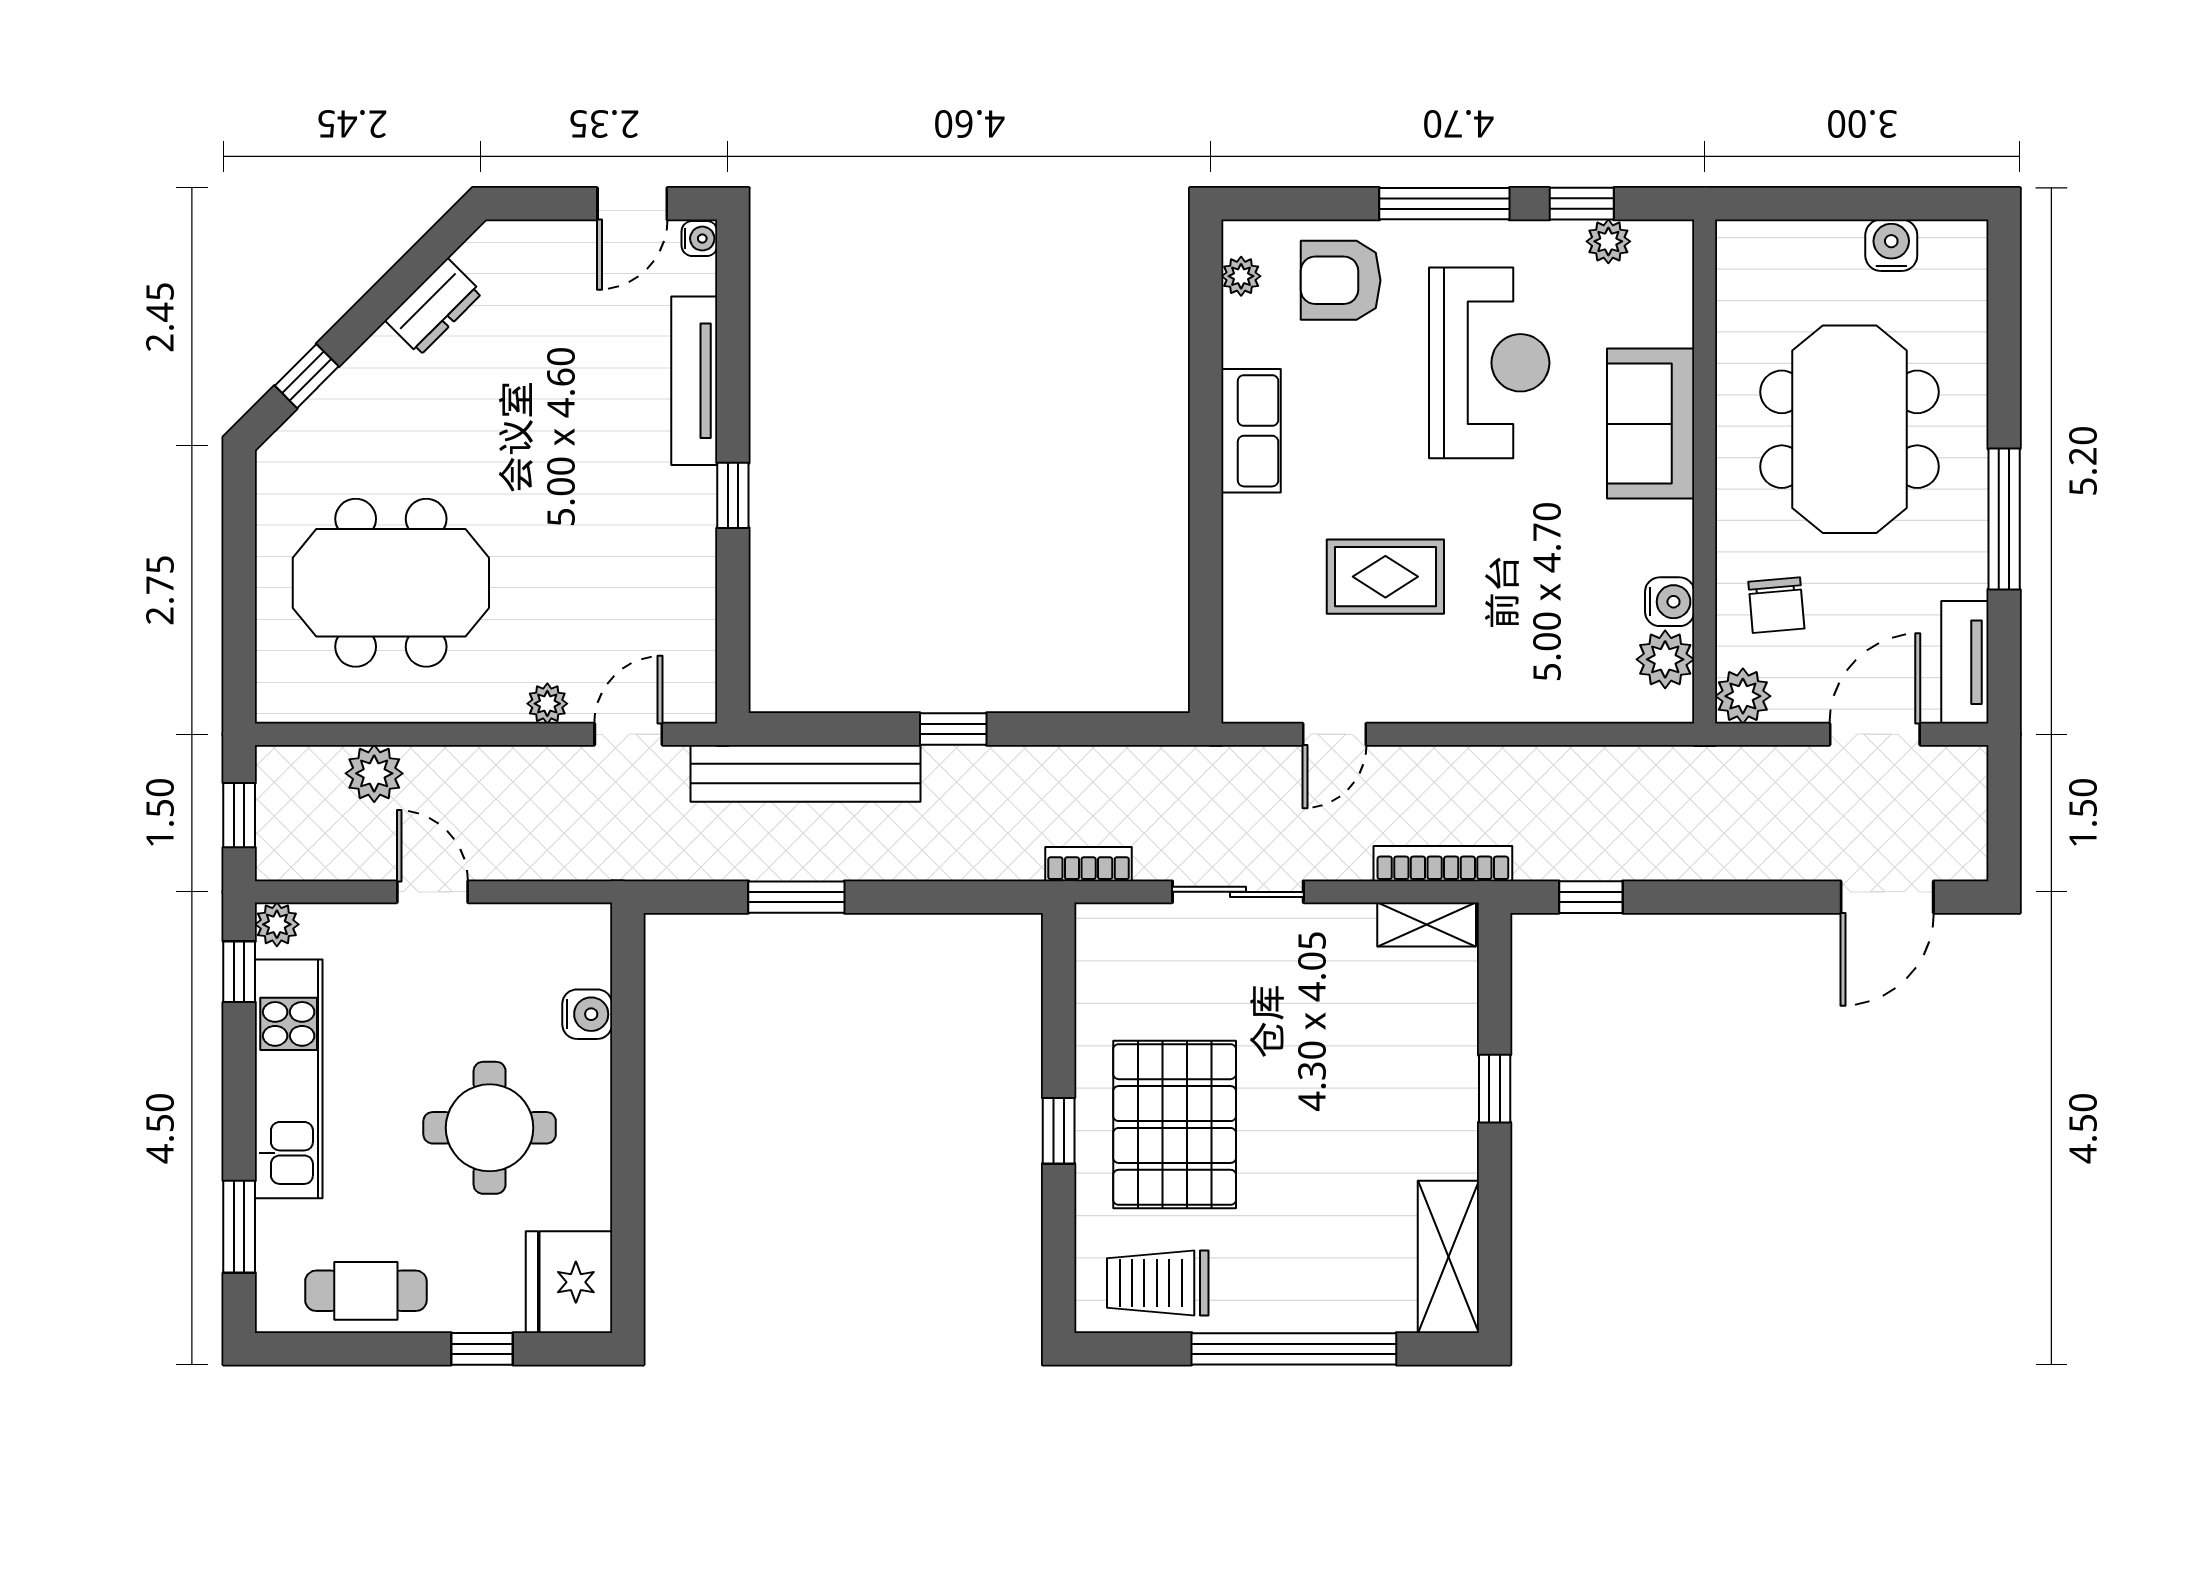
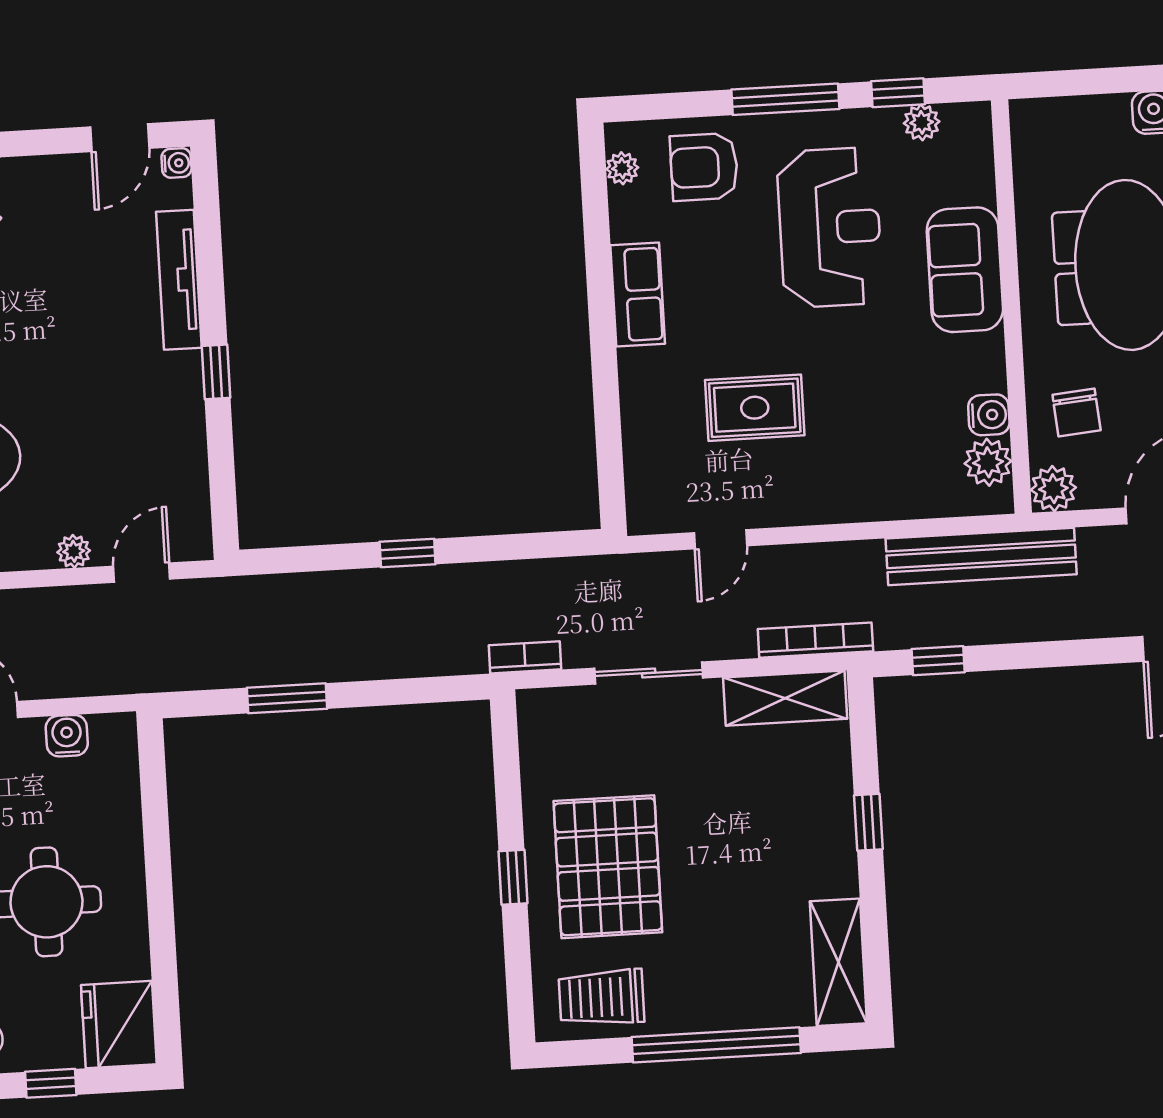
bench: (805, 773) -> (981, 556), moved
shelving: (1427, 925) -> (785, 698), width x1.50, depth x1.33
water cooler: (587, 1014) -> (67, 736), moved, turned -90

